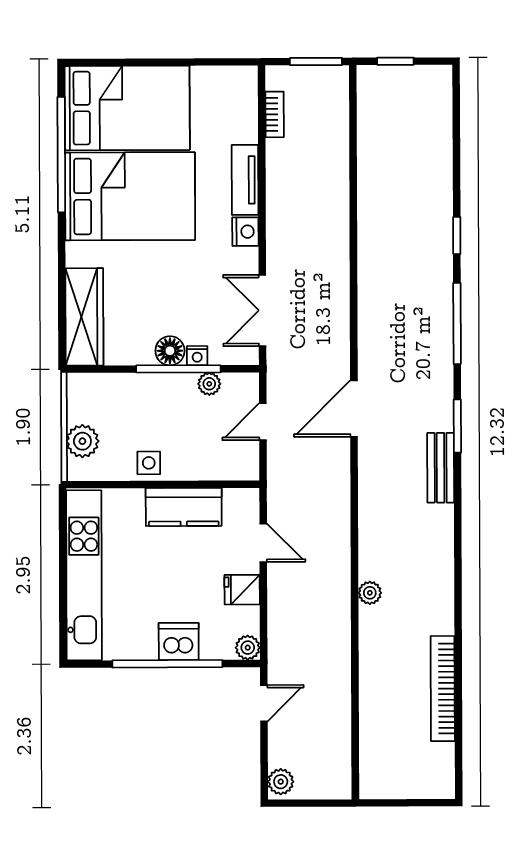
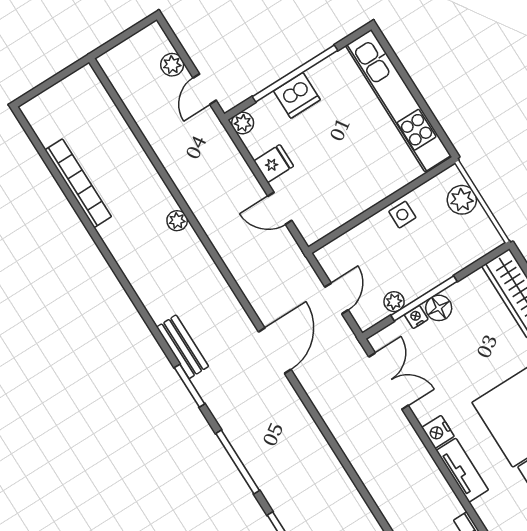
kitchen counter: (184, 507) -> (356, 198), removed
plant: (281, 782) -> (172, 65), moved

